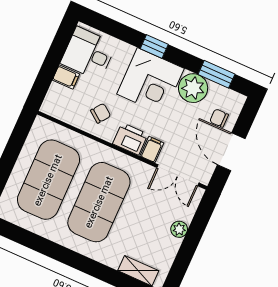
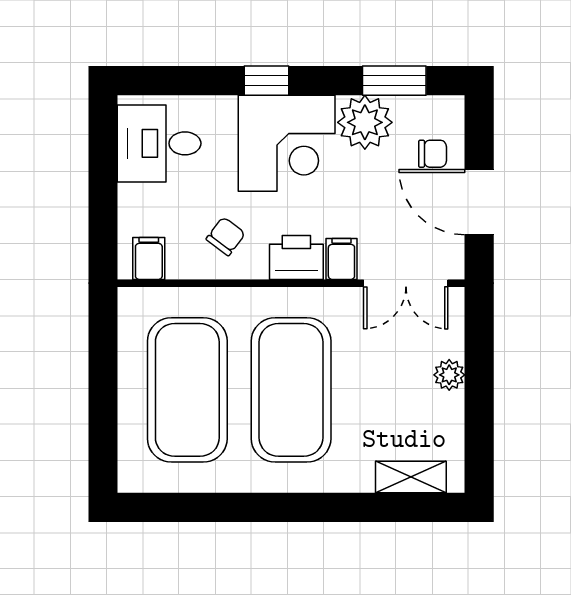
filing cabinet: (66, 77) -> (149, 258), moved, turned -90
chair: (219, 118) -> (433, 154), turned 180

